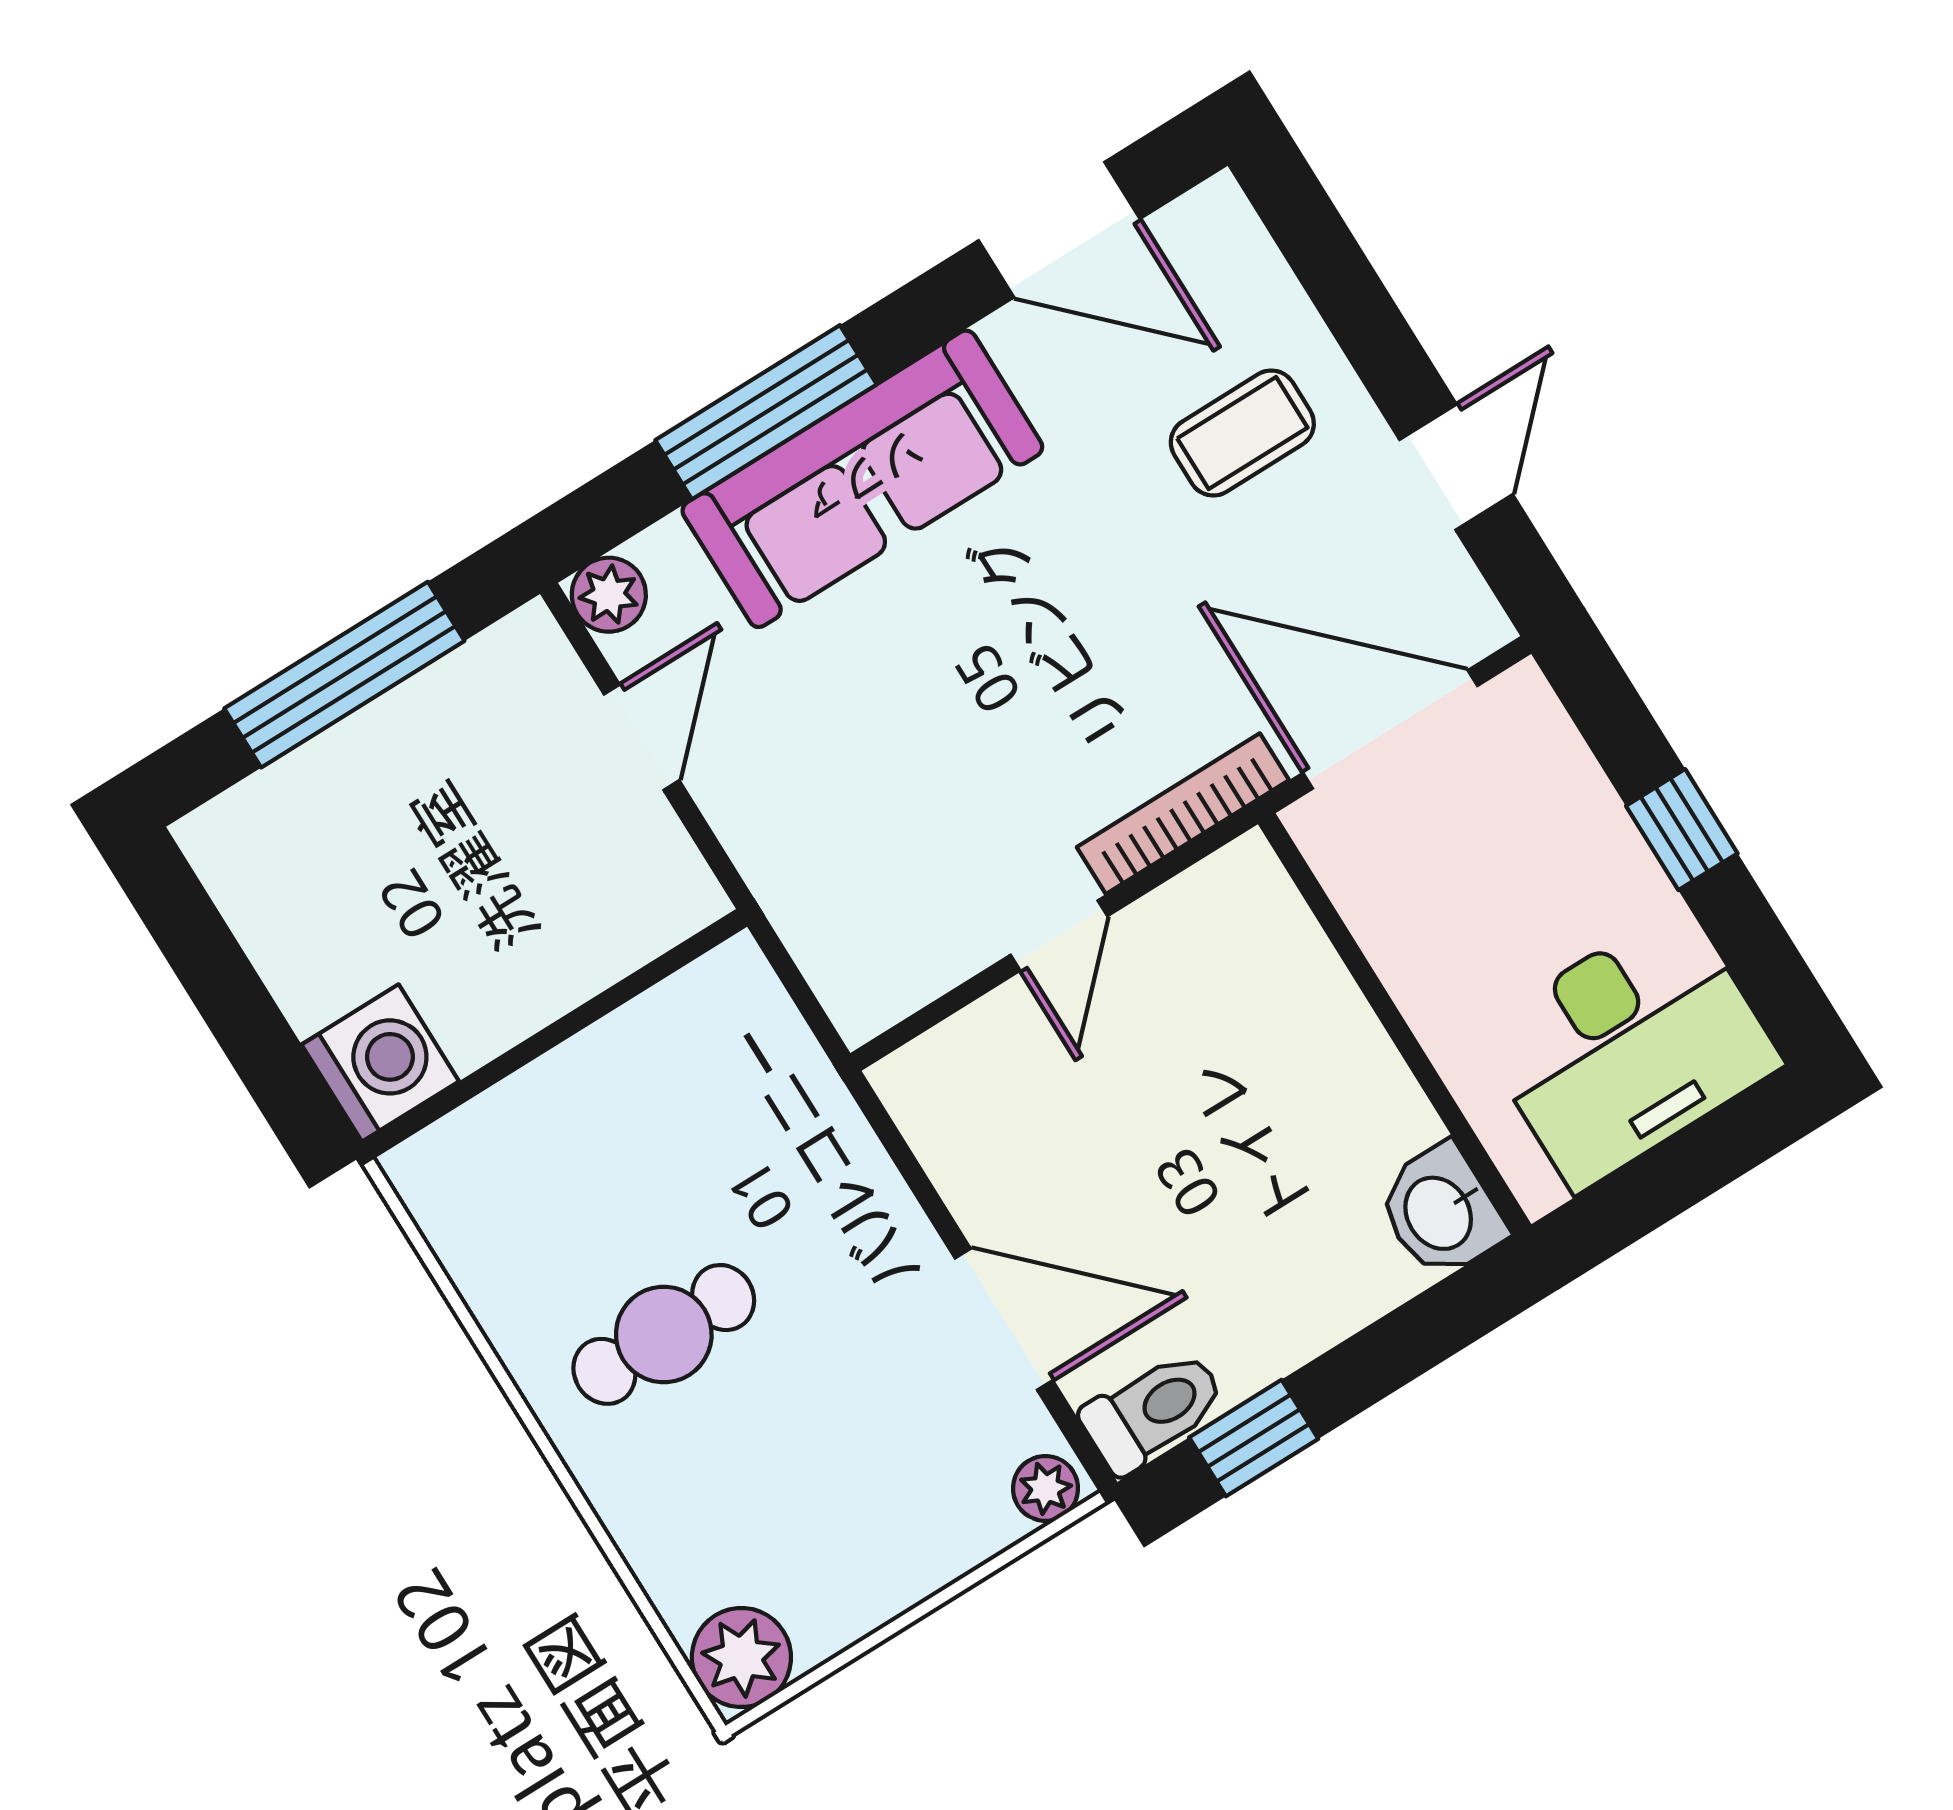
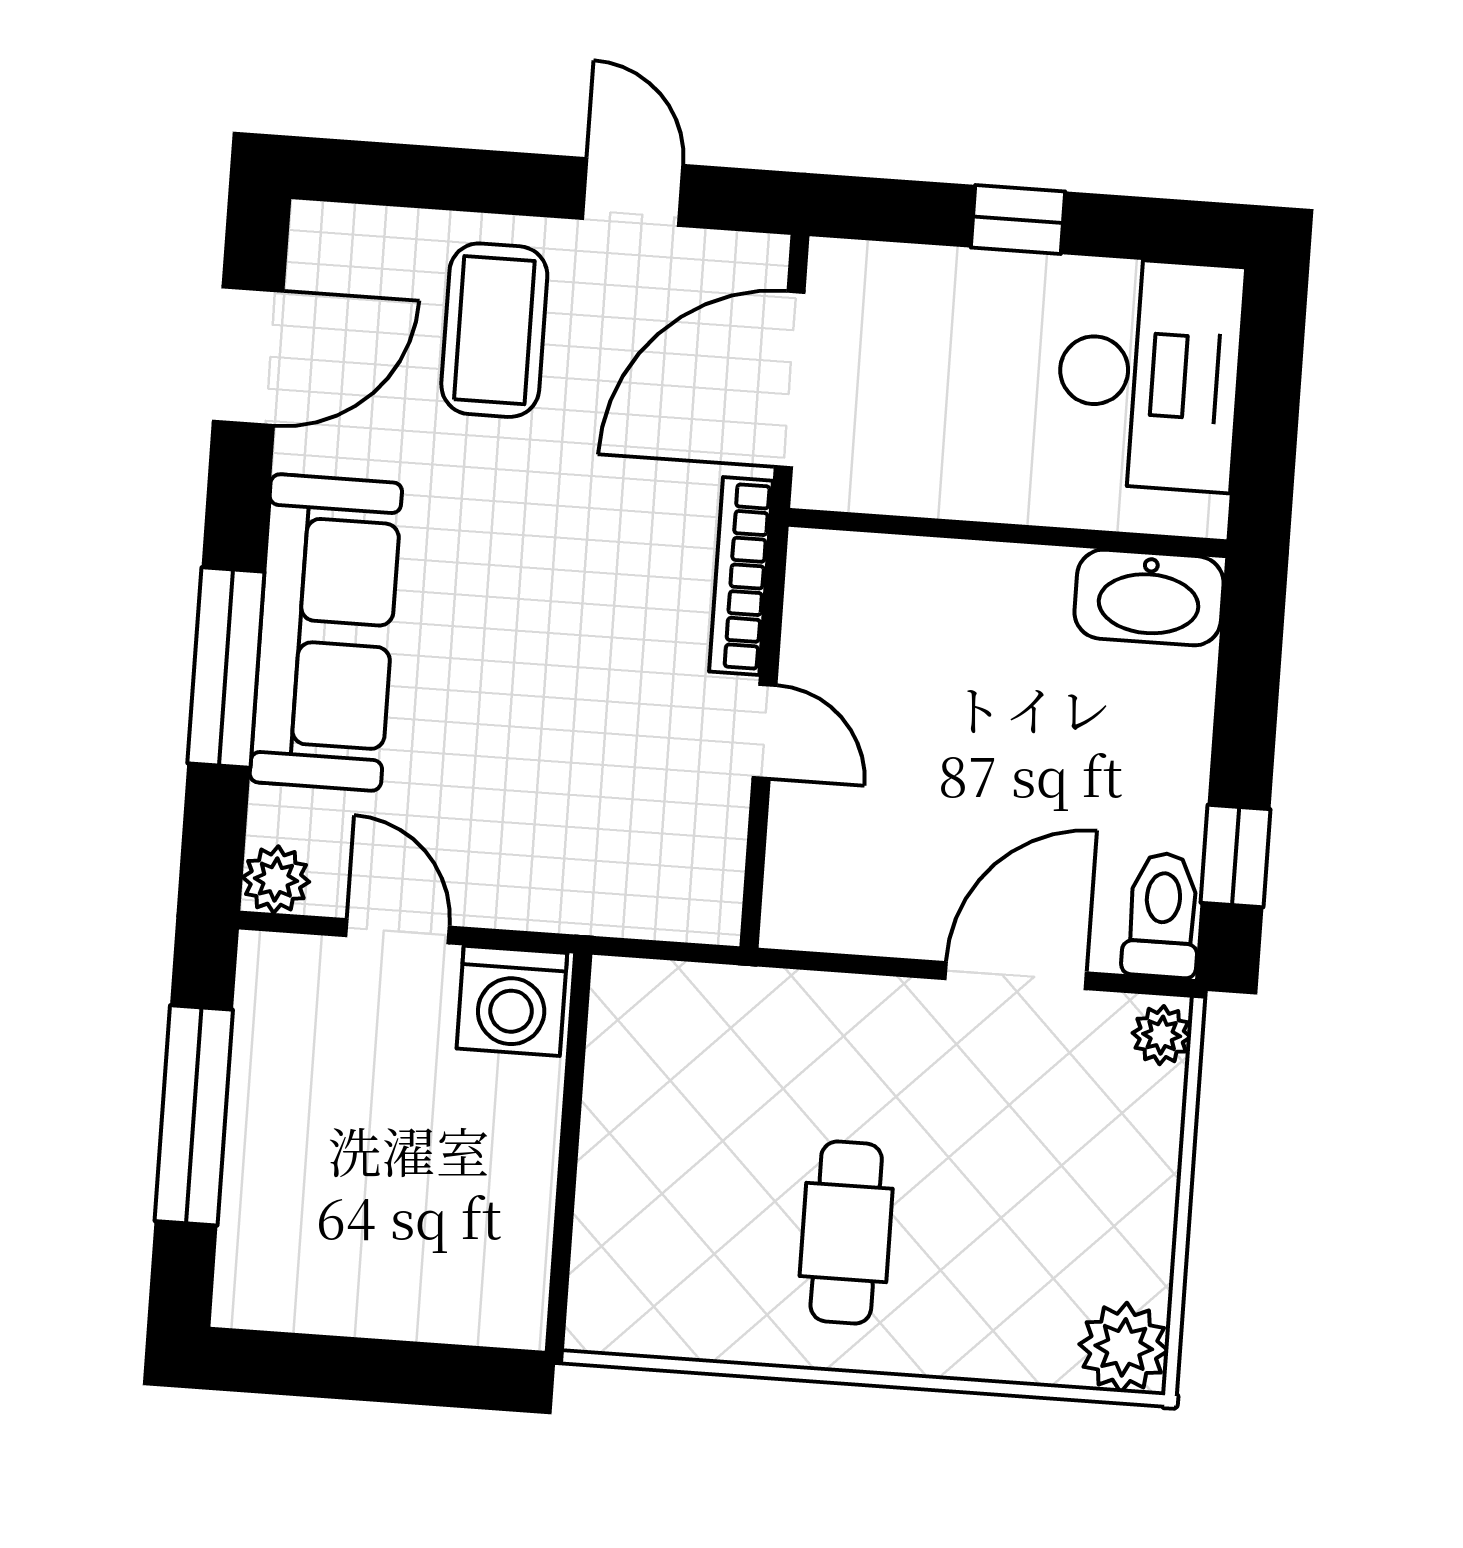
coffee table: (1242, 433) -> (494, 330), width x1.36, depth x1.30
washing machine: (380, 1063) -> (512, 1001), moved, turned 180
washbasin: (1441, 1212) -> (1149, 598), width x1.38

